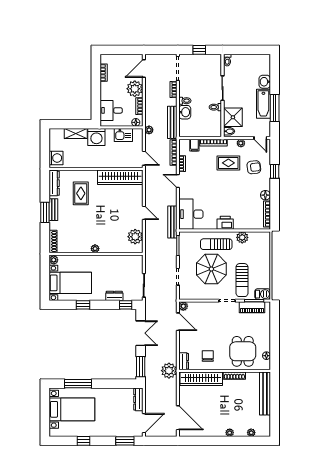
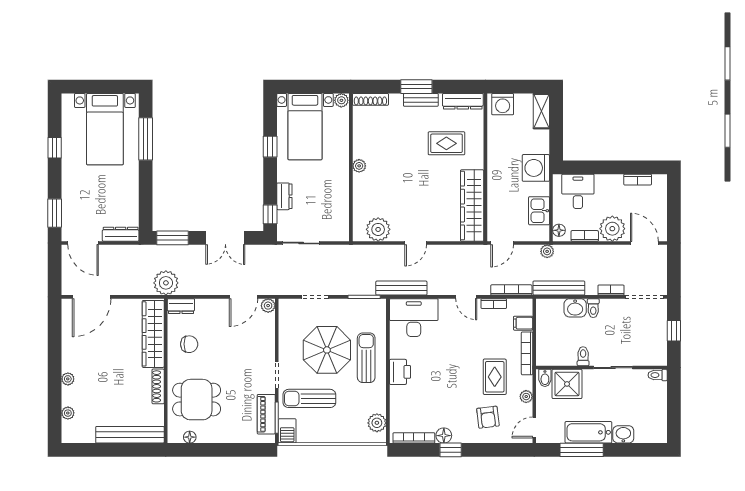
shelving: (76, 134) -> (541, 111), moved
window: (275, 171) -> (451, 450), moved
door: (178, 181) -> (466, 297), swing flipped
plant: (242, 237) -> (377, 423), moved

